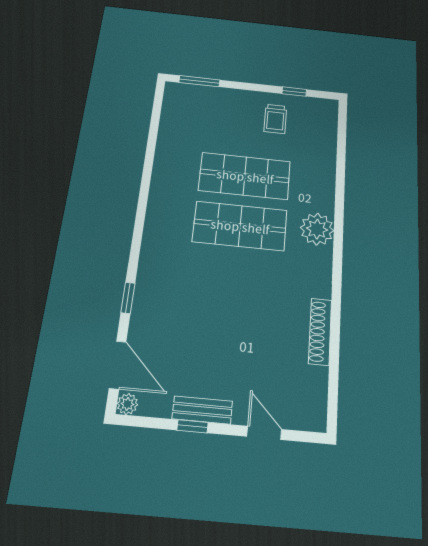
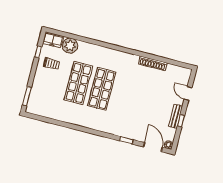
freezer: (325, 116) -> (53, 40), added
plant: (317, 229) -> (70, 46), moved
door: (118, 365) -> (153, 147), hinge flipped
door: (264, 433) -> (188, 93), hinge flipped

